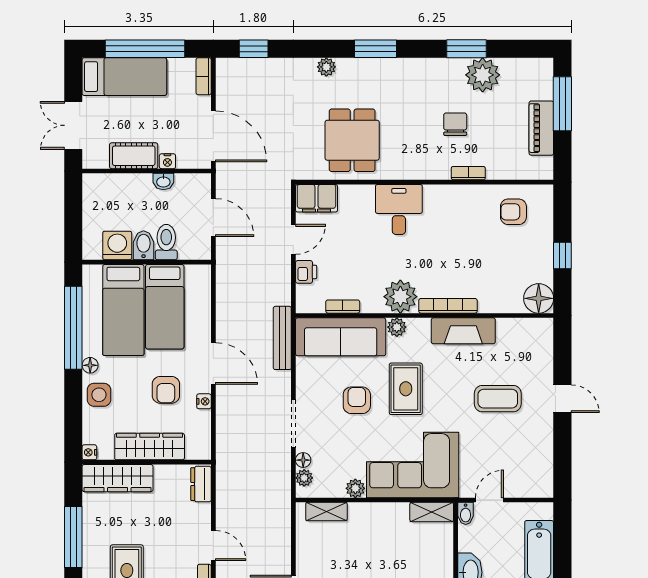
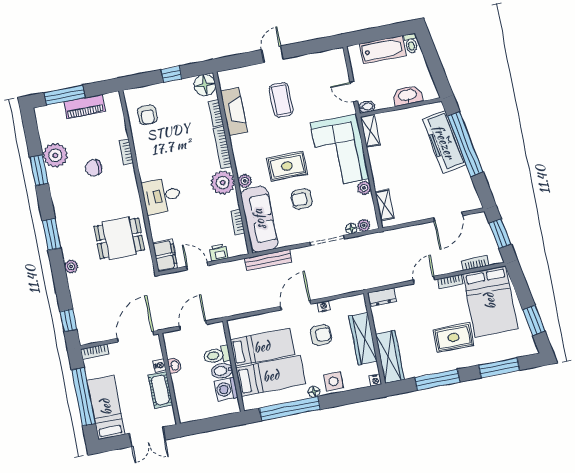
bookcase: (497, 306) -> (216, 113), added
fireplace: (463, 331) -> (234, 112), moved

